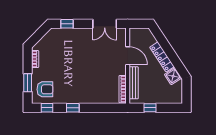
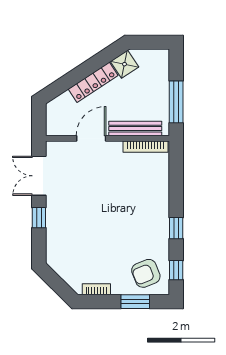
window: (67, 24) -> (39, 218), moved
double door: (105, 24) -> (39, 176), swing flipped
armchair: (45, 89) -> (146, 273), turned -112
window: (150, 108) -> (176, 102), width x2.17

